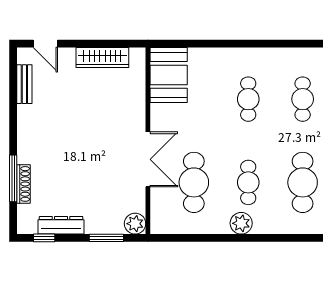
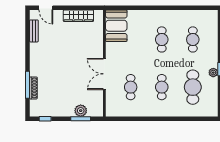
double door: (148, 159) -> (104, 74), swing flipped
cafe table: (194, 182) -> (131, 87), width x0.73, depth x0.74
plant: (241, 223) -> (158, 110), removed
plant: (135, 224) -> (81, 111), moved
dresser: (61, 225) -> (55, 112), removed

